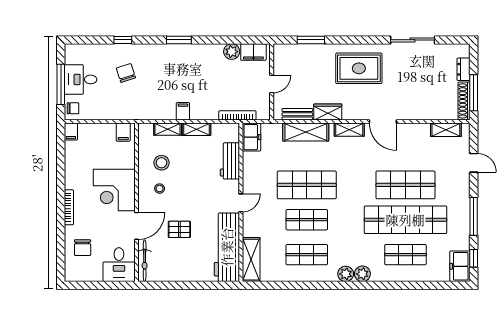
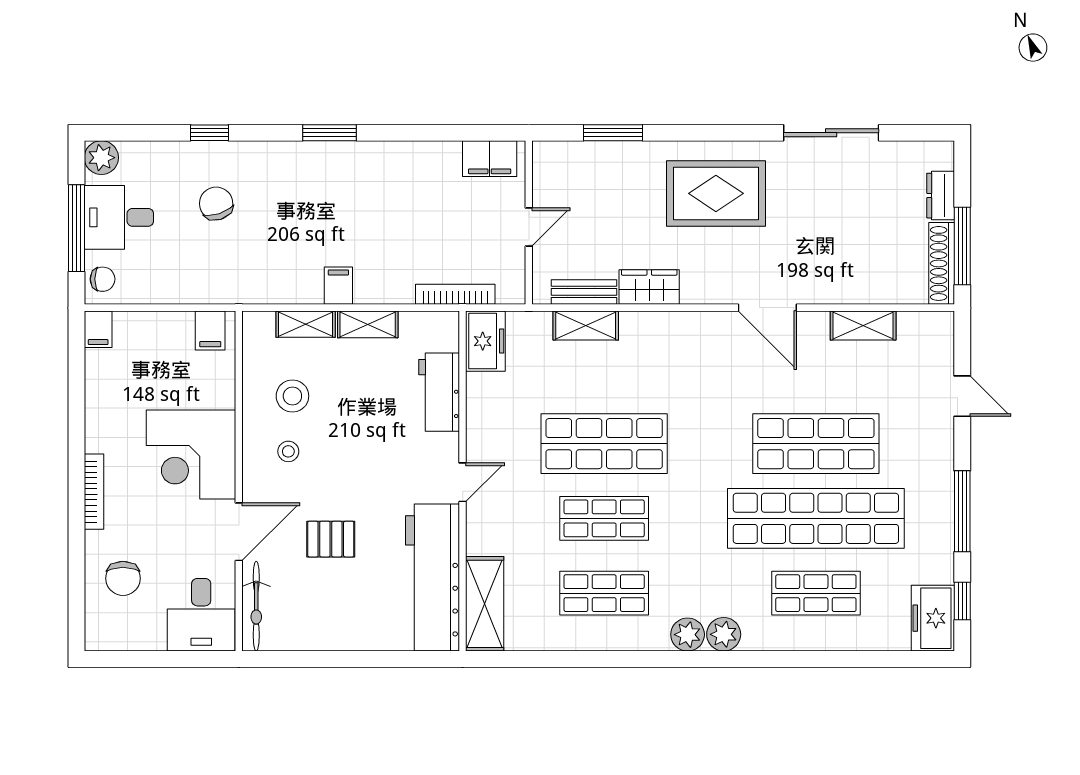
plant: (232, 52) -> (101, 158), moved
shelving: (349, 130) -> (695, 325), removed
shelving: (446, 130) -> (863, 326), moved
shelving: (306, 132) -> (586, 325), width x0.67, depth x0.75

